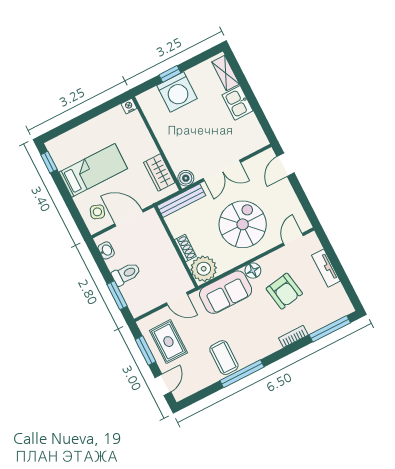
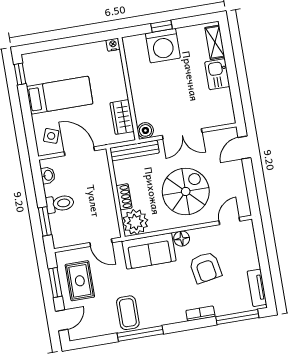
tv unit: (326, 268) -> (257, 288), moved

